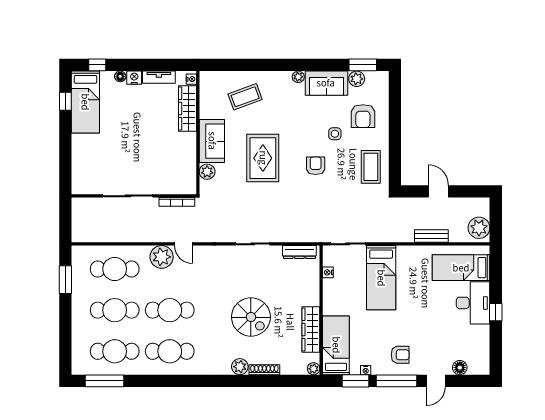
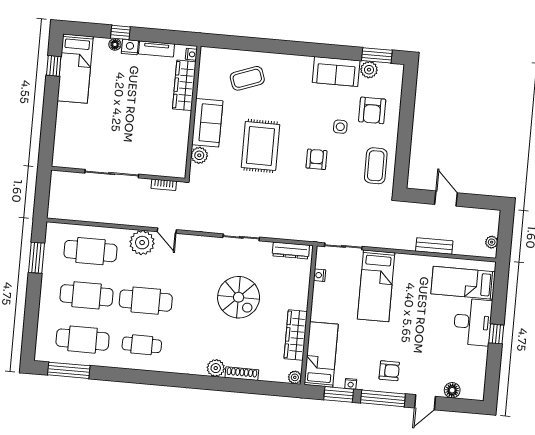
window: (97, 65) -> (120, 32), moved
plant: (298, 77) -> (306, 62), removed
bookcase: (177, 202) -> (164, 185), width x0.64
plant: (479, 228) -> (492, 242), width x0.53, depth x0.53
spiral stairs: (251, 317) -> (239, 297), moved
cafe table: (170, 351) -> (142, 345), width x0.73, depth x0.74

